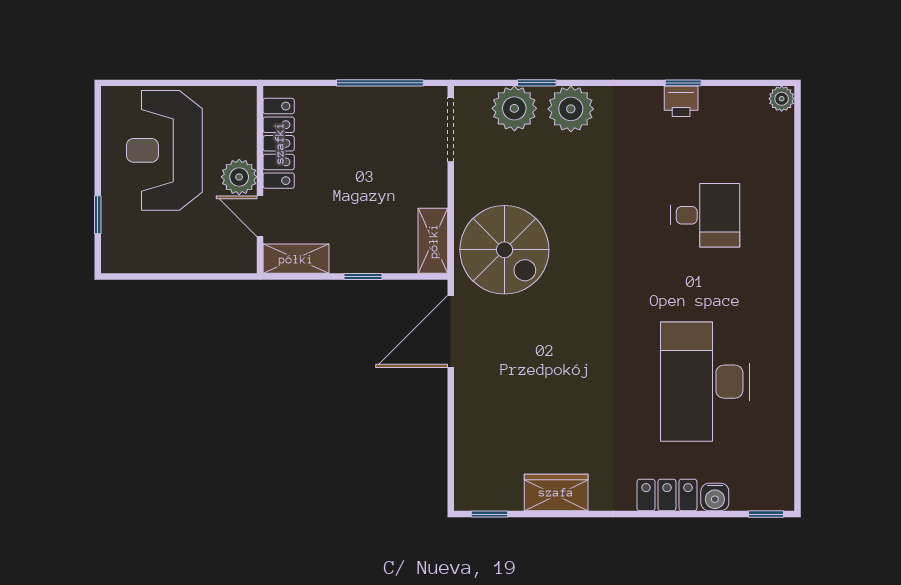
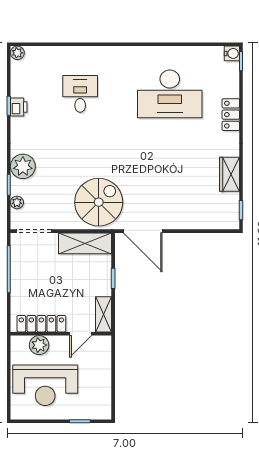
plant: (514, 108) -> (17, 202), width x0.53, depth x0.53
plant: (239, 177) -> (39, 345), moved
shelving: (433, 241) -> (85, 243), width x1.50, depth x1.33
water cooler: (715, 497) -> (232, 53), moved

